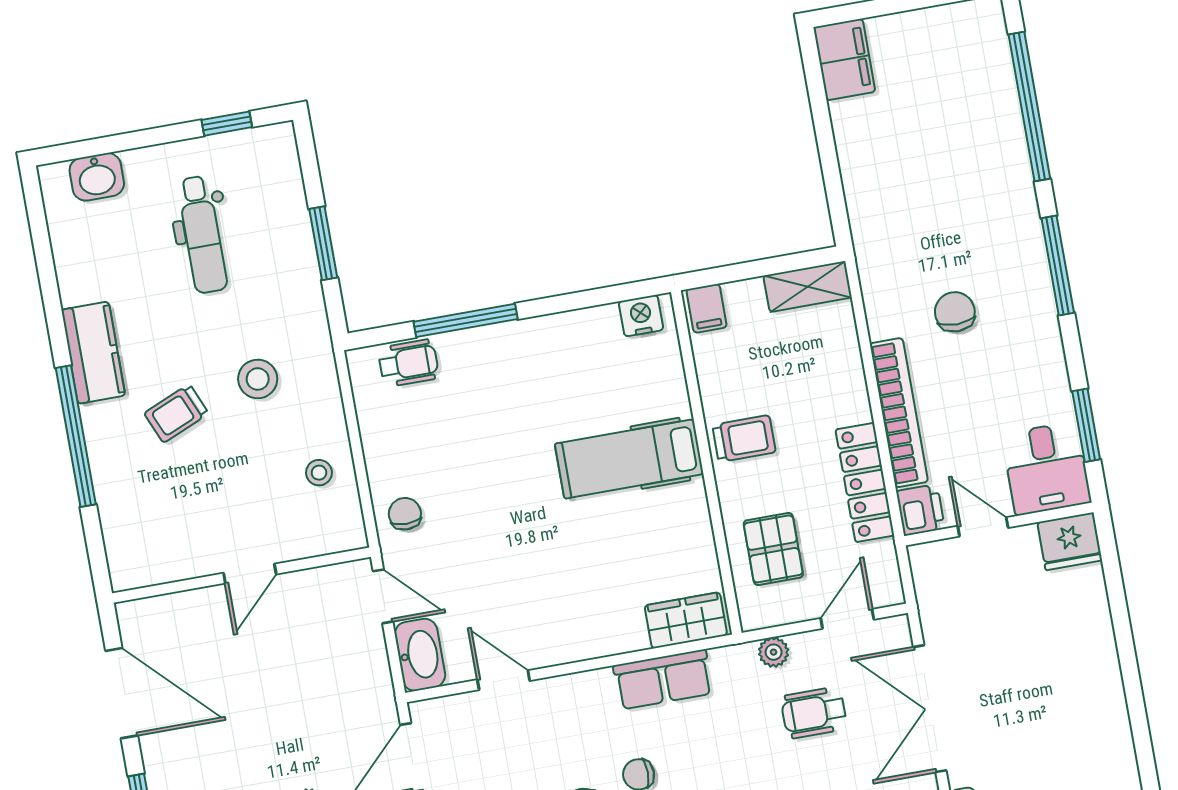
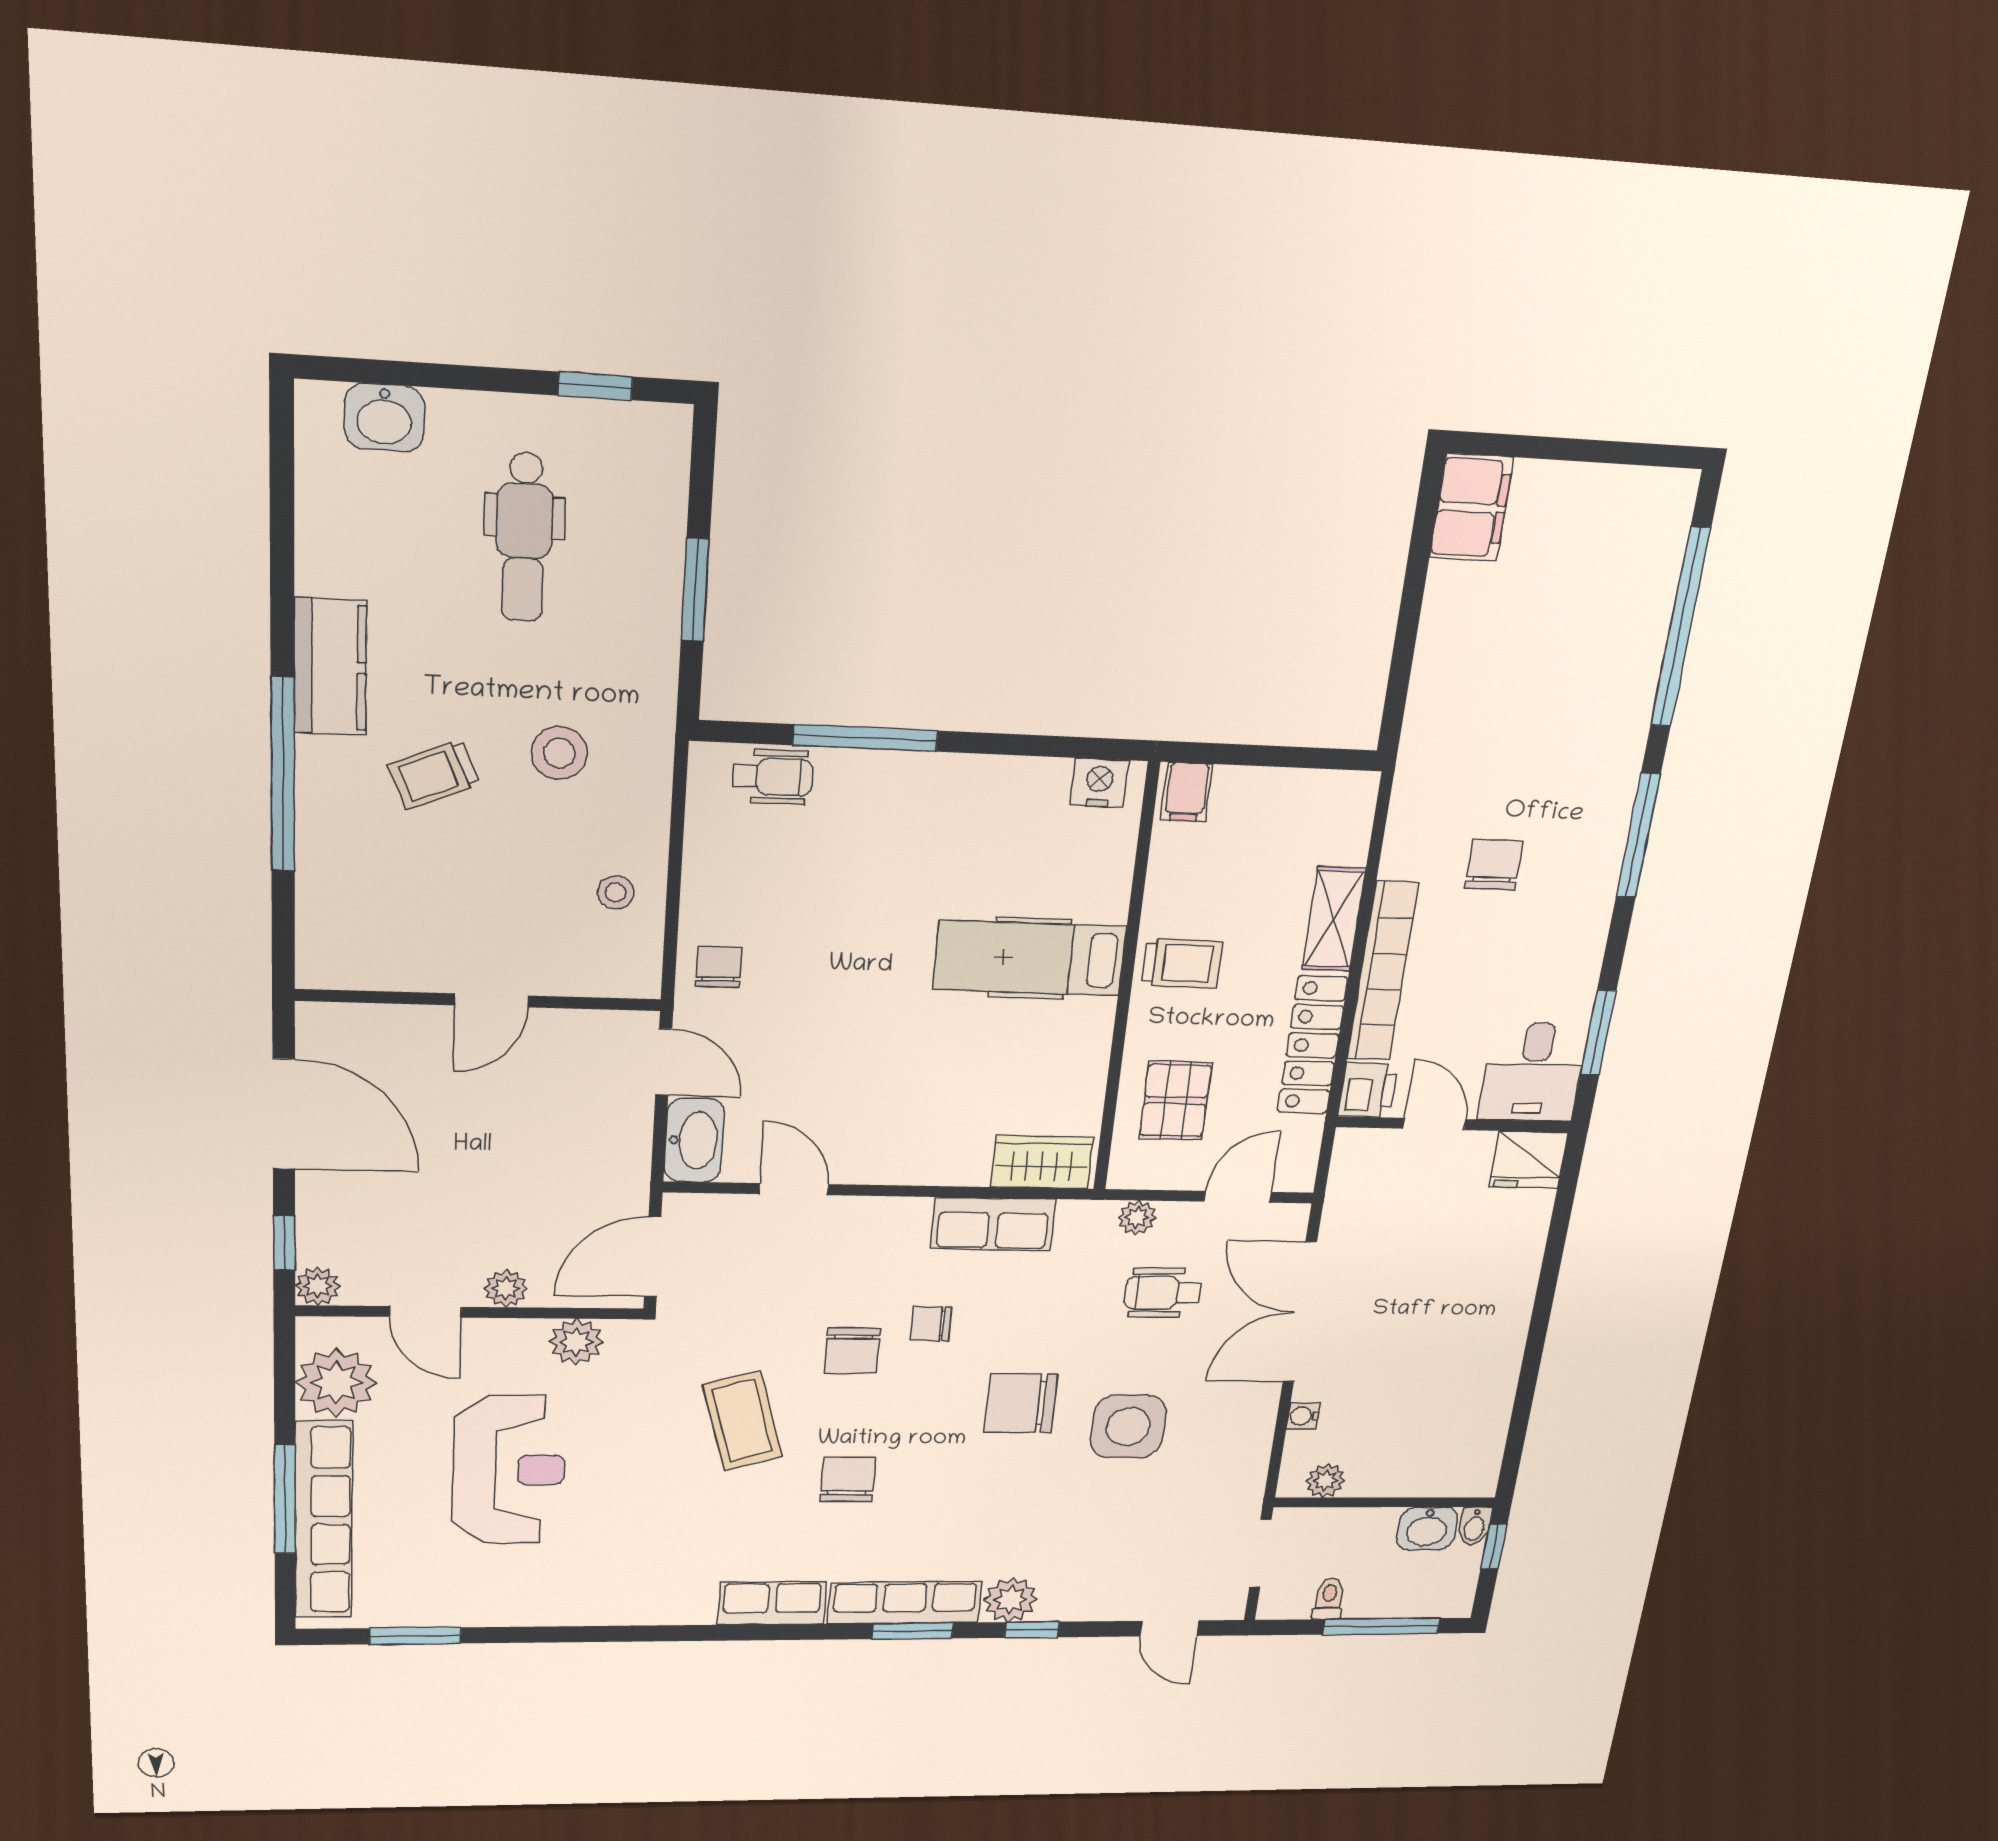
shelving: (808, 287) -> (1334, 919), moved, turned 90

